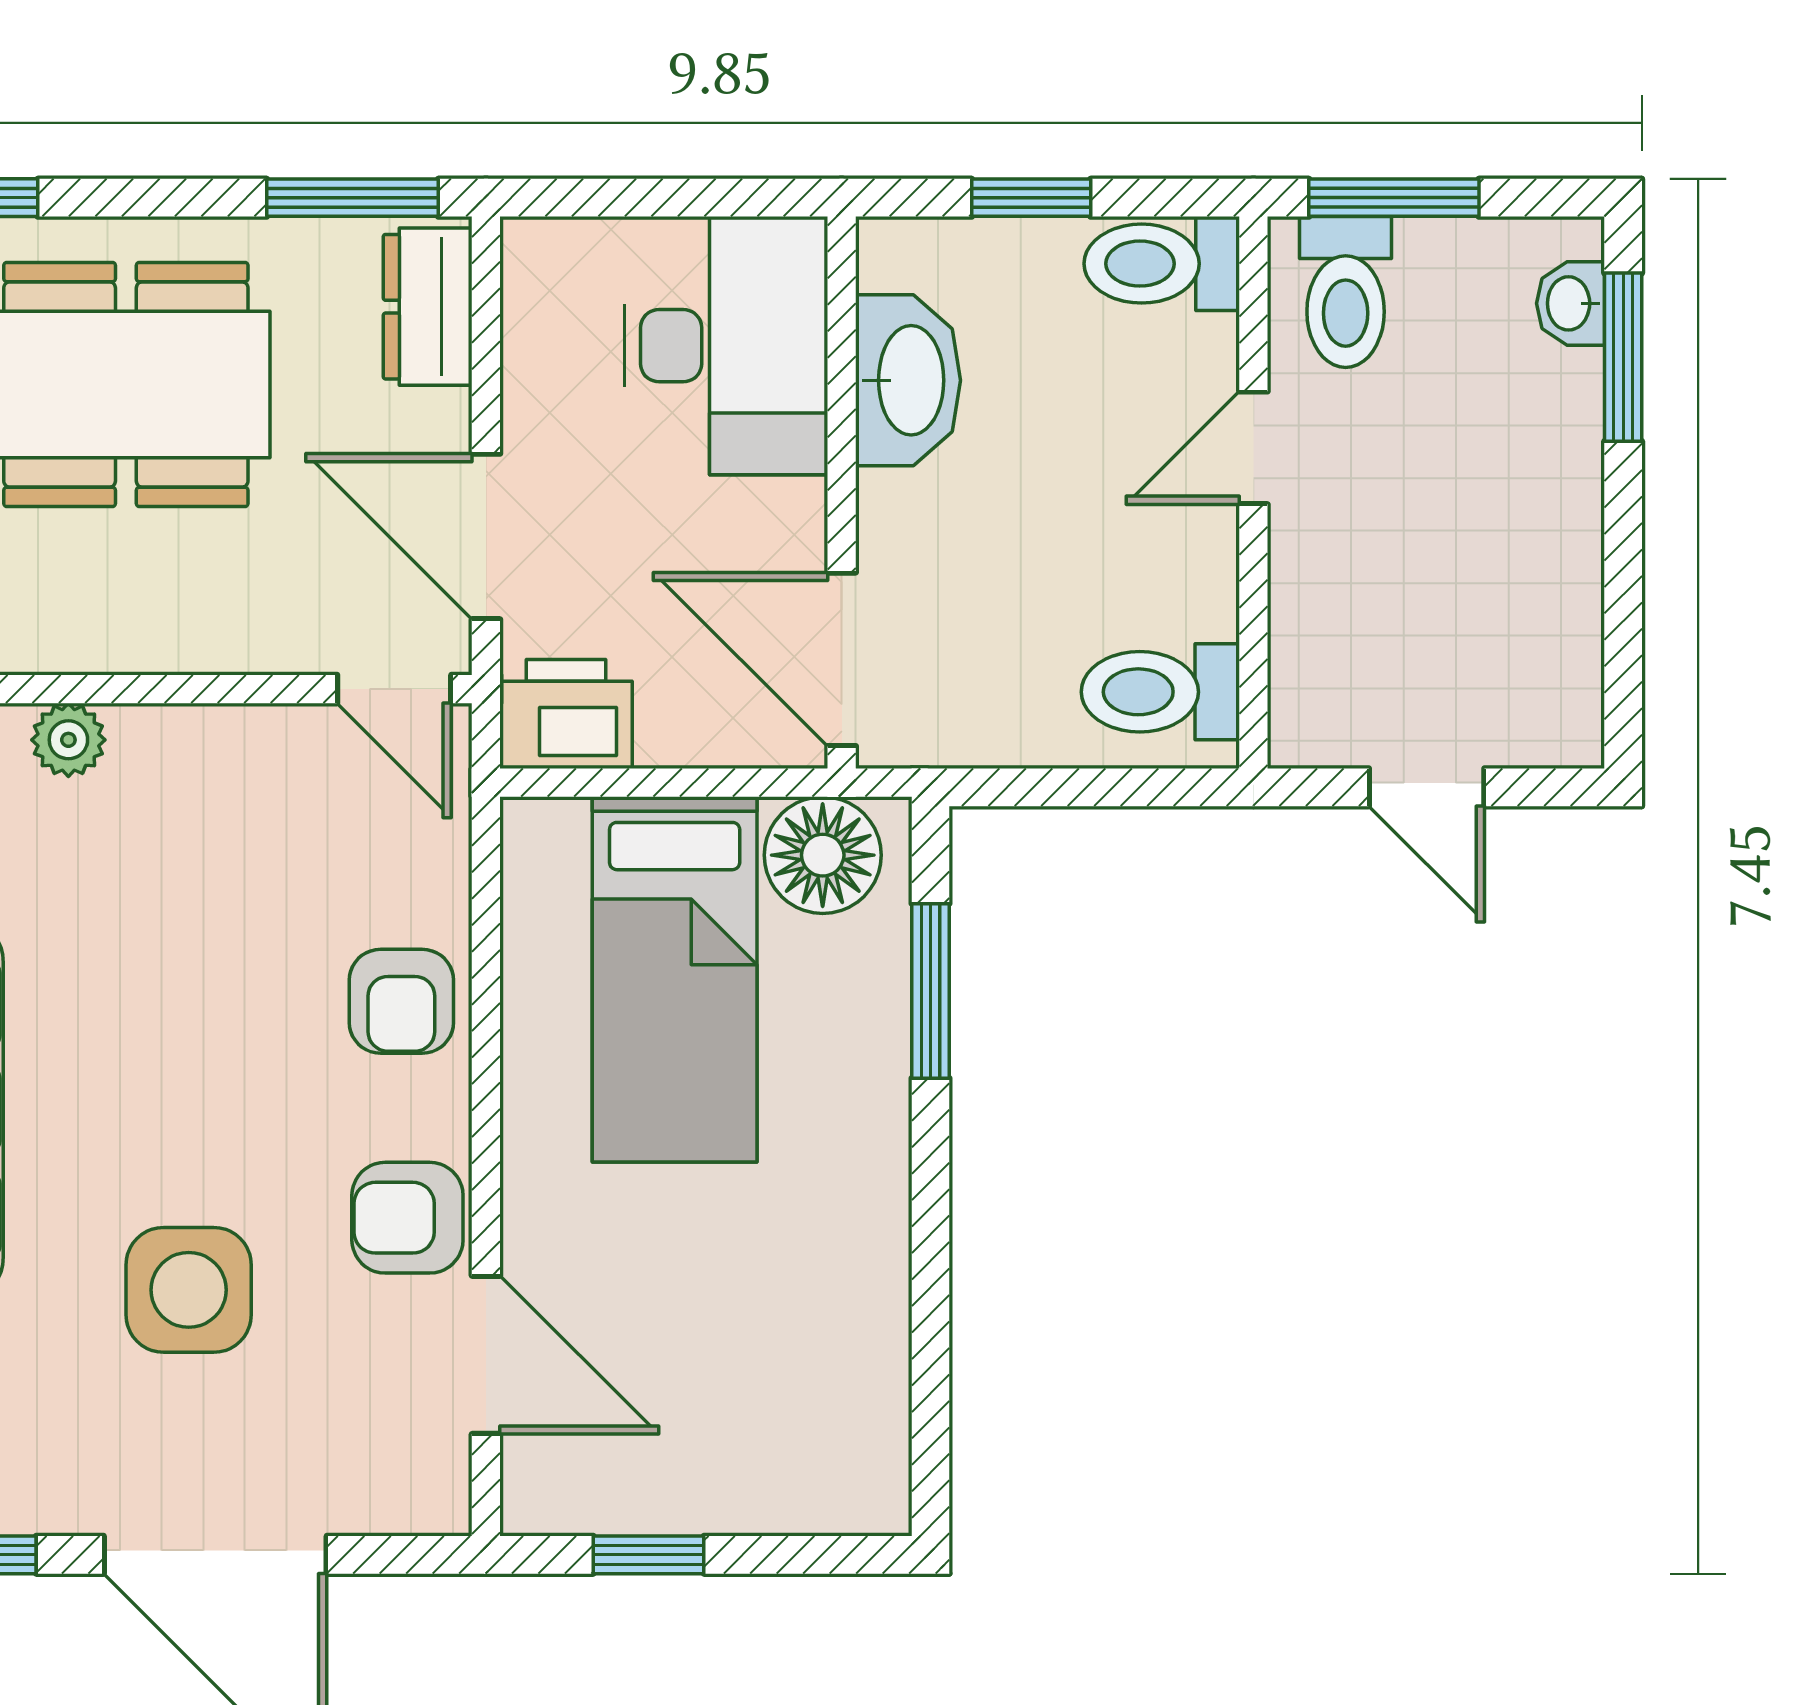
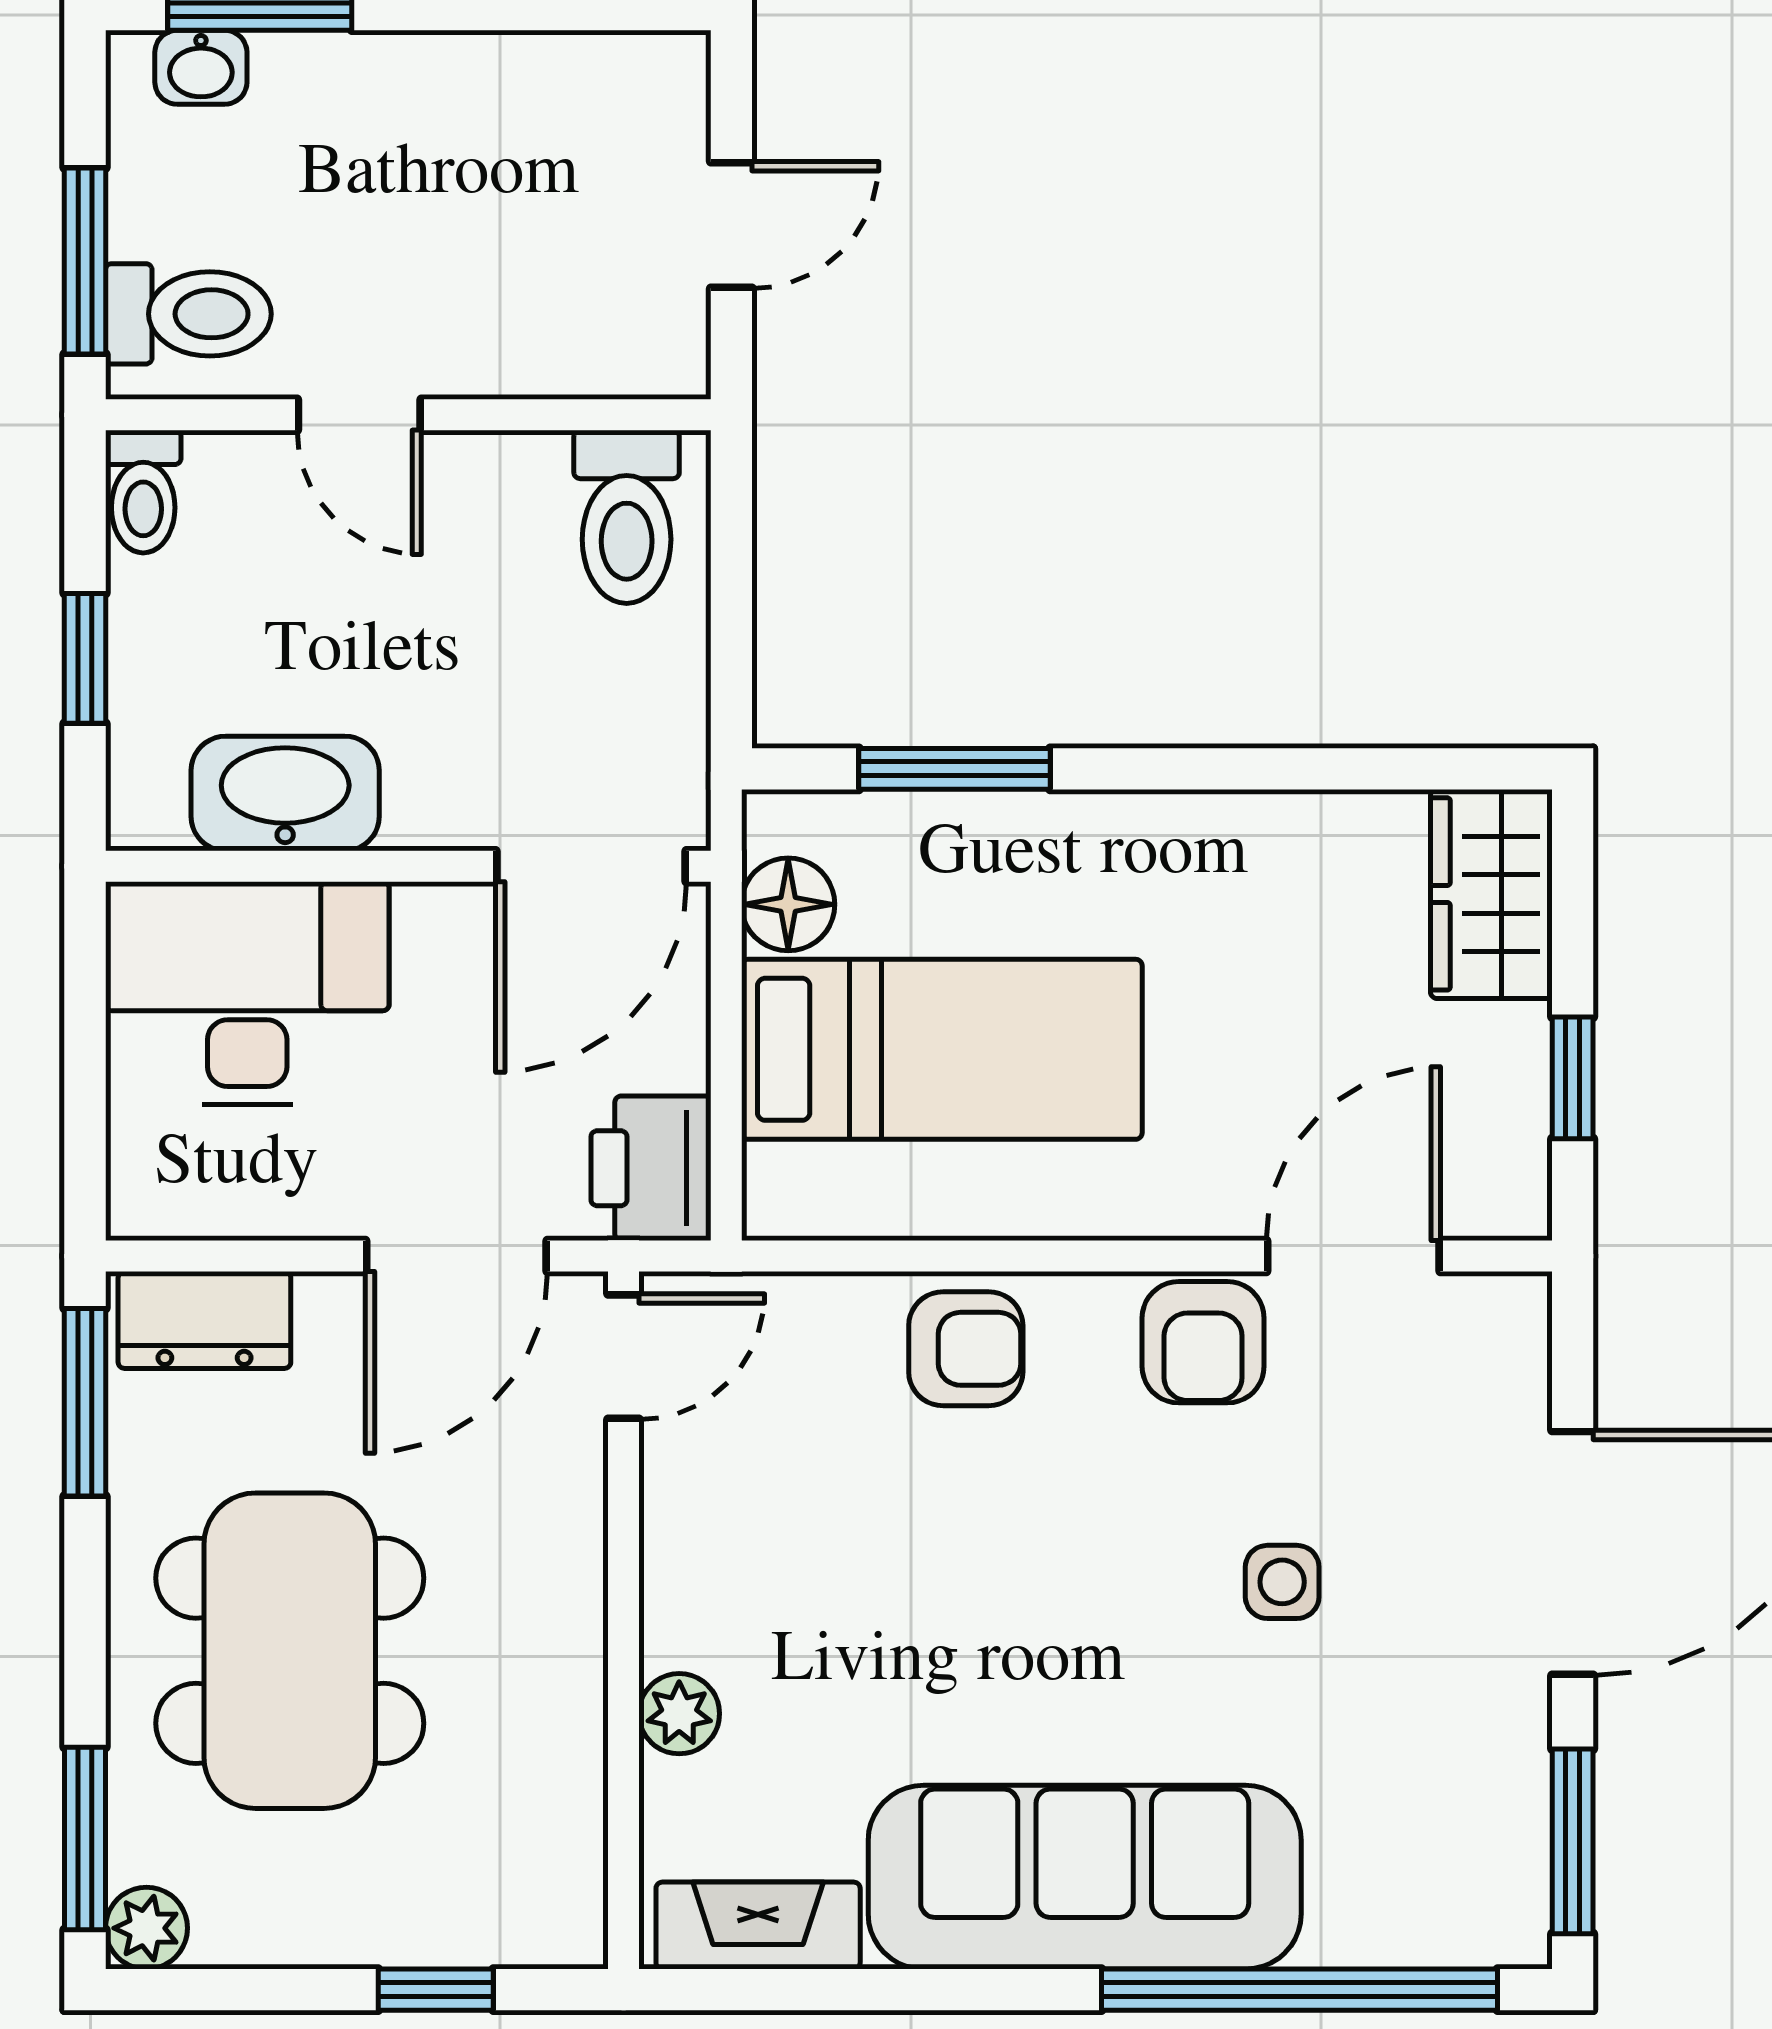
toilet: (1162, 264) -> (143, 492), width x0.73, depth x0.72
floor lamp: (823, 855) -> (788, 904), width x0.73, depth x0.73
side table: (189, 1290) -> (1282, 1582), width x0.54, depth x0.54
wardrobe: (816, 1481) -> (1491, 894), added

